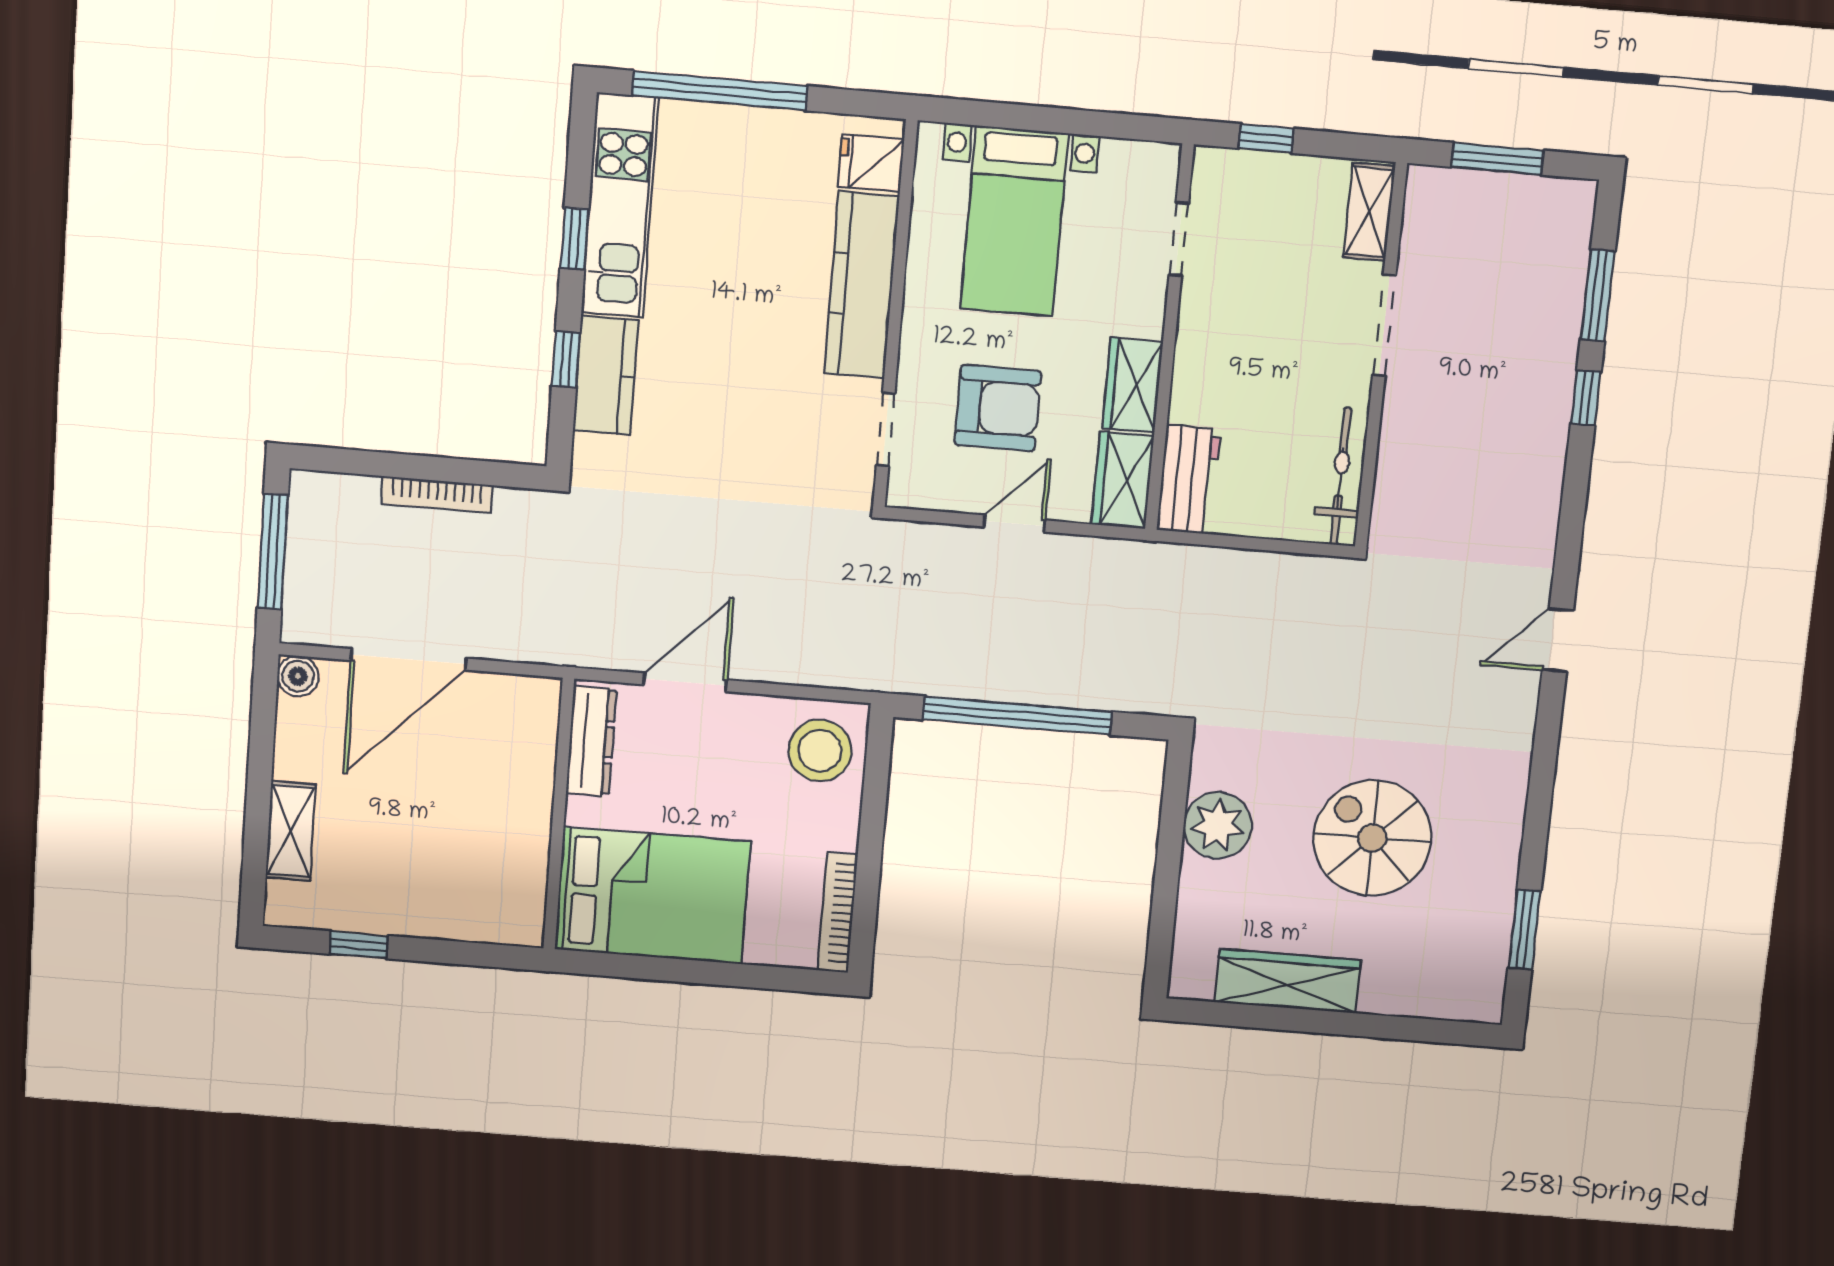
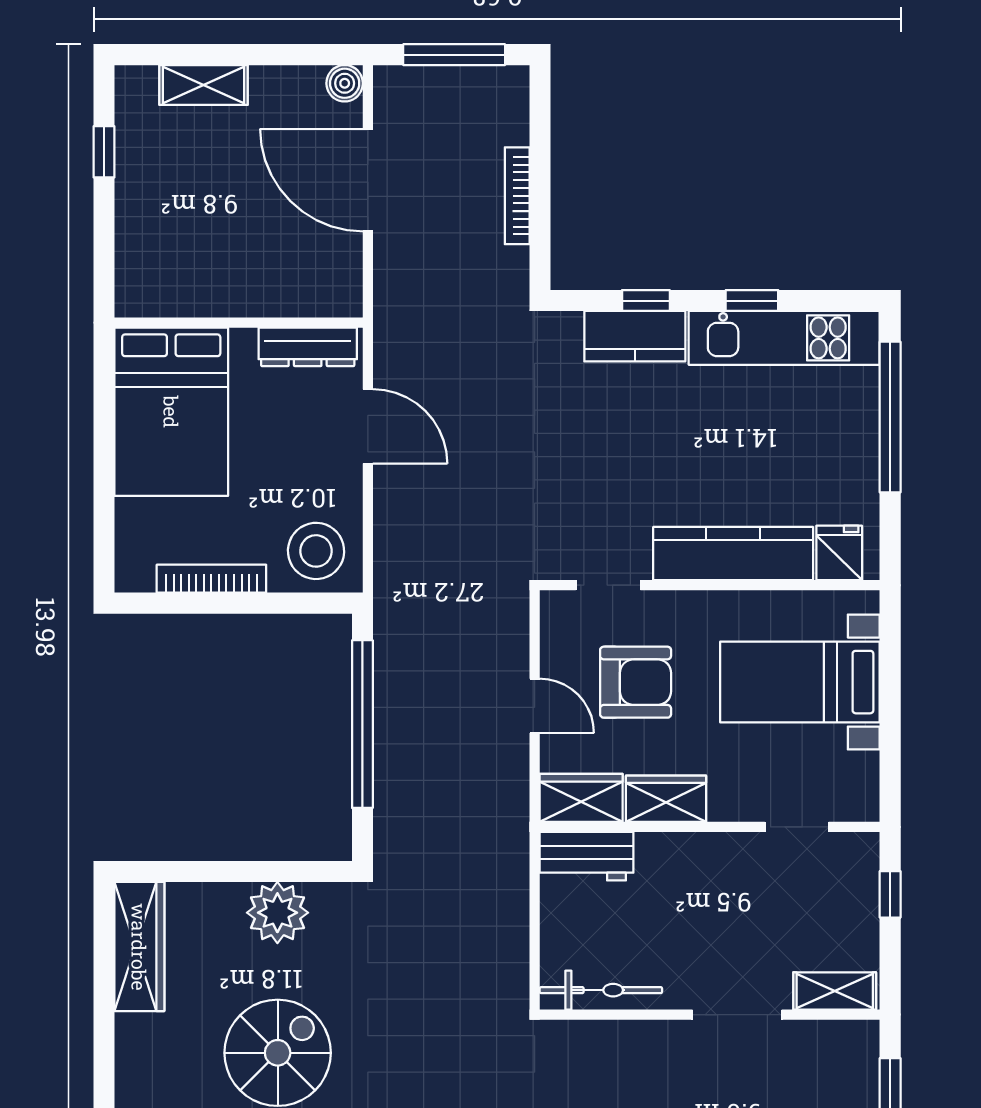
armchair: (998, 408) -> (636, 682), turned -90
bookcase: (837, 913) -> (211, 579), moved
wardrobe: (1288, 981) -> (139, 947), moved

